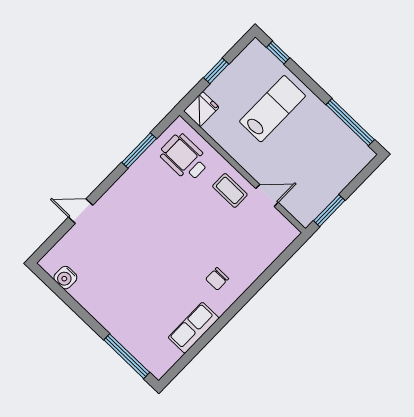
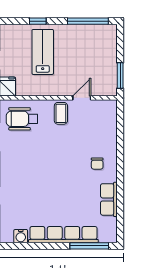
window: (278, 53) -> (38, 21), moved
coffee table: (230, 190) -> (61, 113), turned 90
row of seats: (111, 319) -> (63, 235), added

